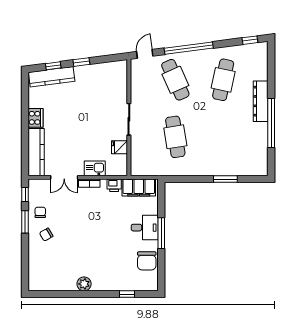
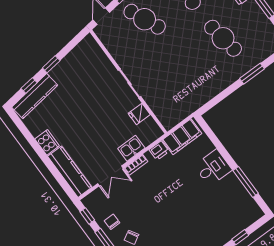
cafe table: (175, 137) -> (223, 38), moved
window: (161, 233) -> (246, 182), moved
chair: (147, 261) -> (236, 196), removed

